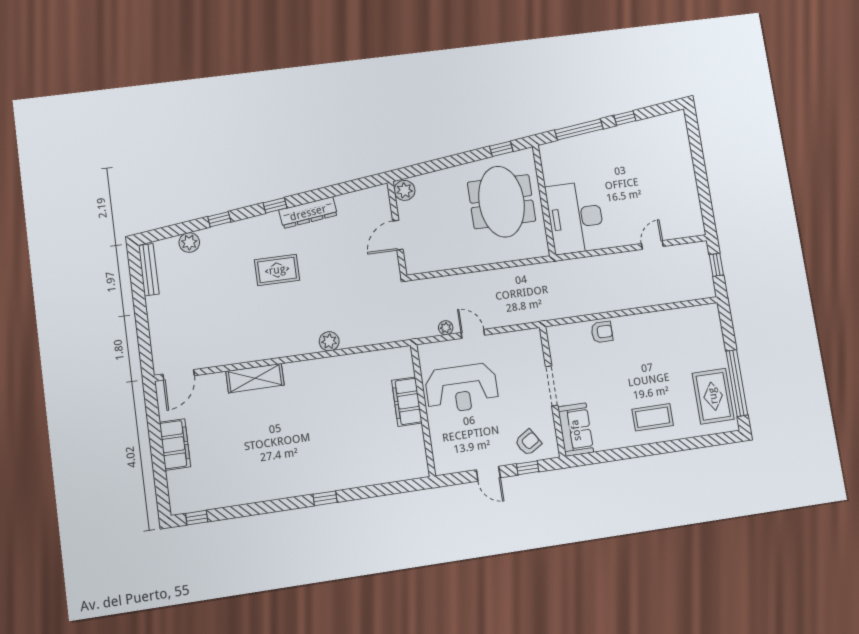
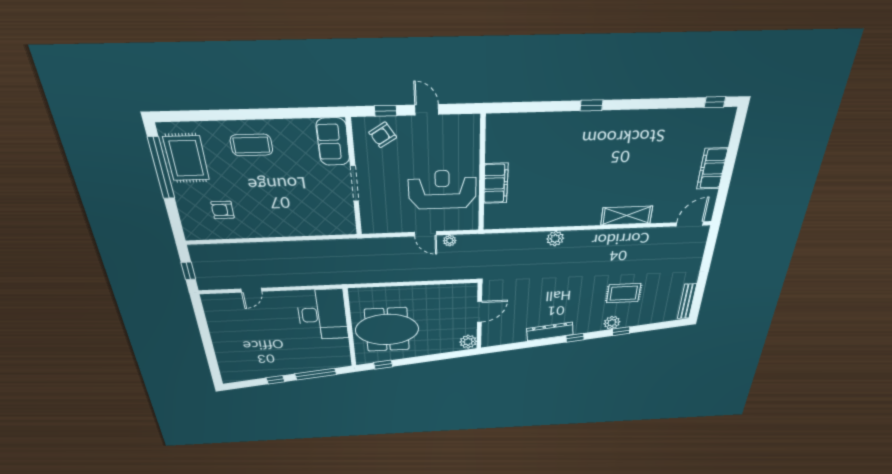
meeting table: (502, 202) -> (387, 330), turned 90
plant: (189, 242) -> (612, 323), moved
rug: (277, 270) -> (624, 293), moved
armchair: (602, 332) -> (223, 210), moved

